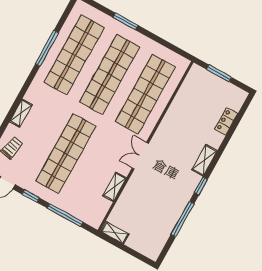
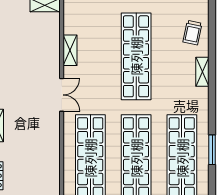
window: (47, 48) -> (212, 150), width x0.69

